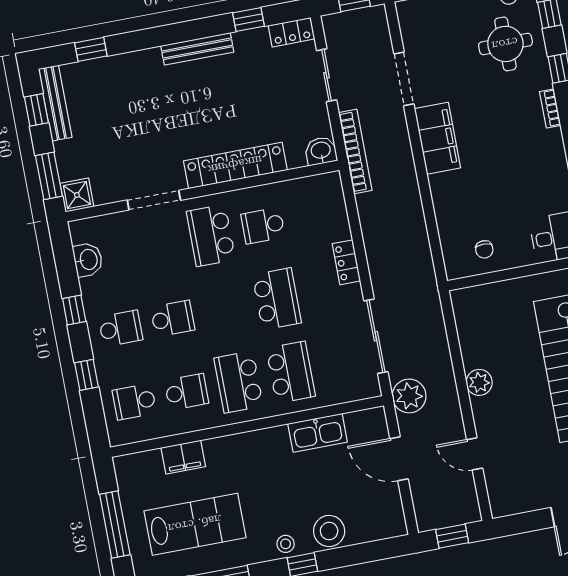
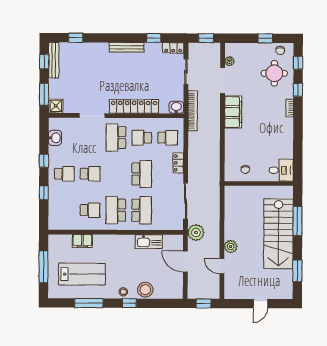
plant: (410, 37) -> (230, 61), added
plant: (479, 382) -> (231, 246), moved
school desk: (134, 402) -> (168, 138), moved, turned 180

